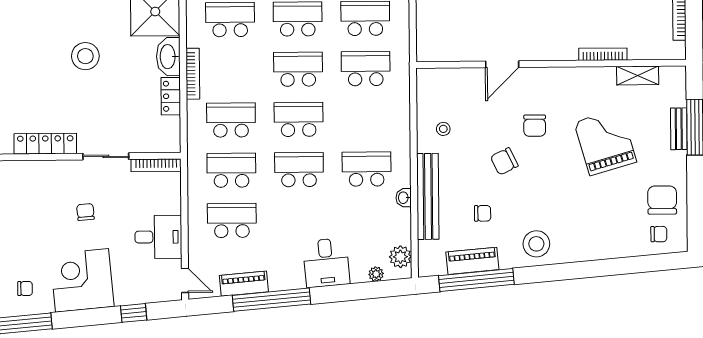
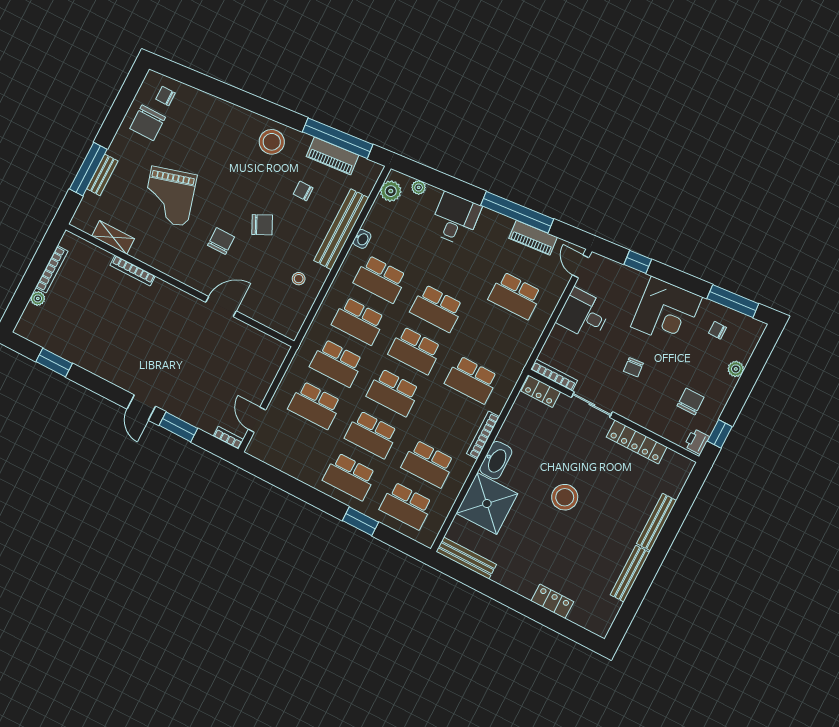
locker: (171, 96) -> (541, 391), moved, turned 90
school desk: (231, 170) -> (358, 321), moved
chair: (15, 208) -> (691, 402), added

